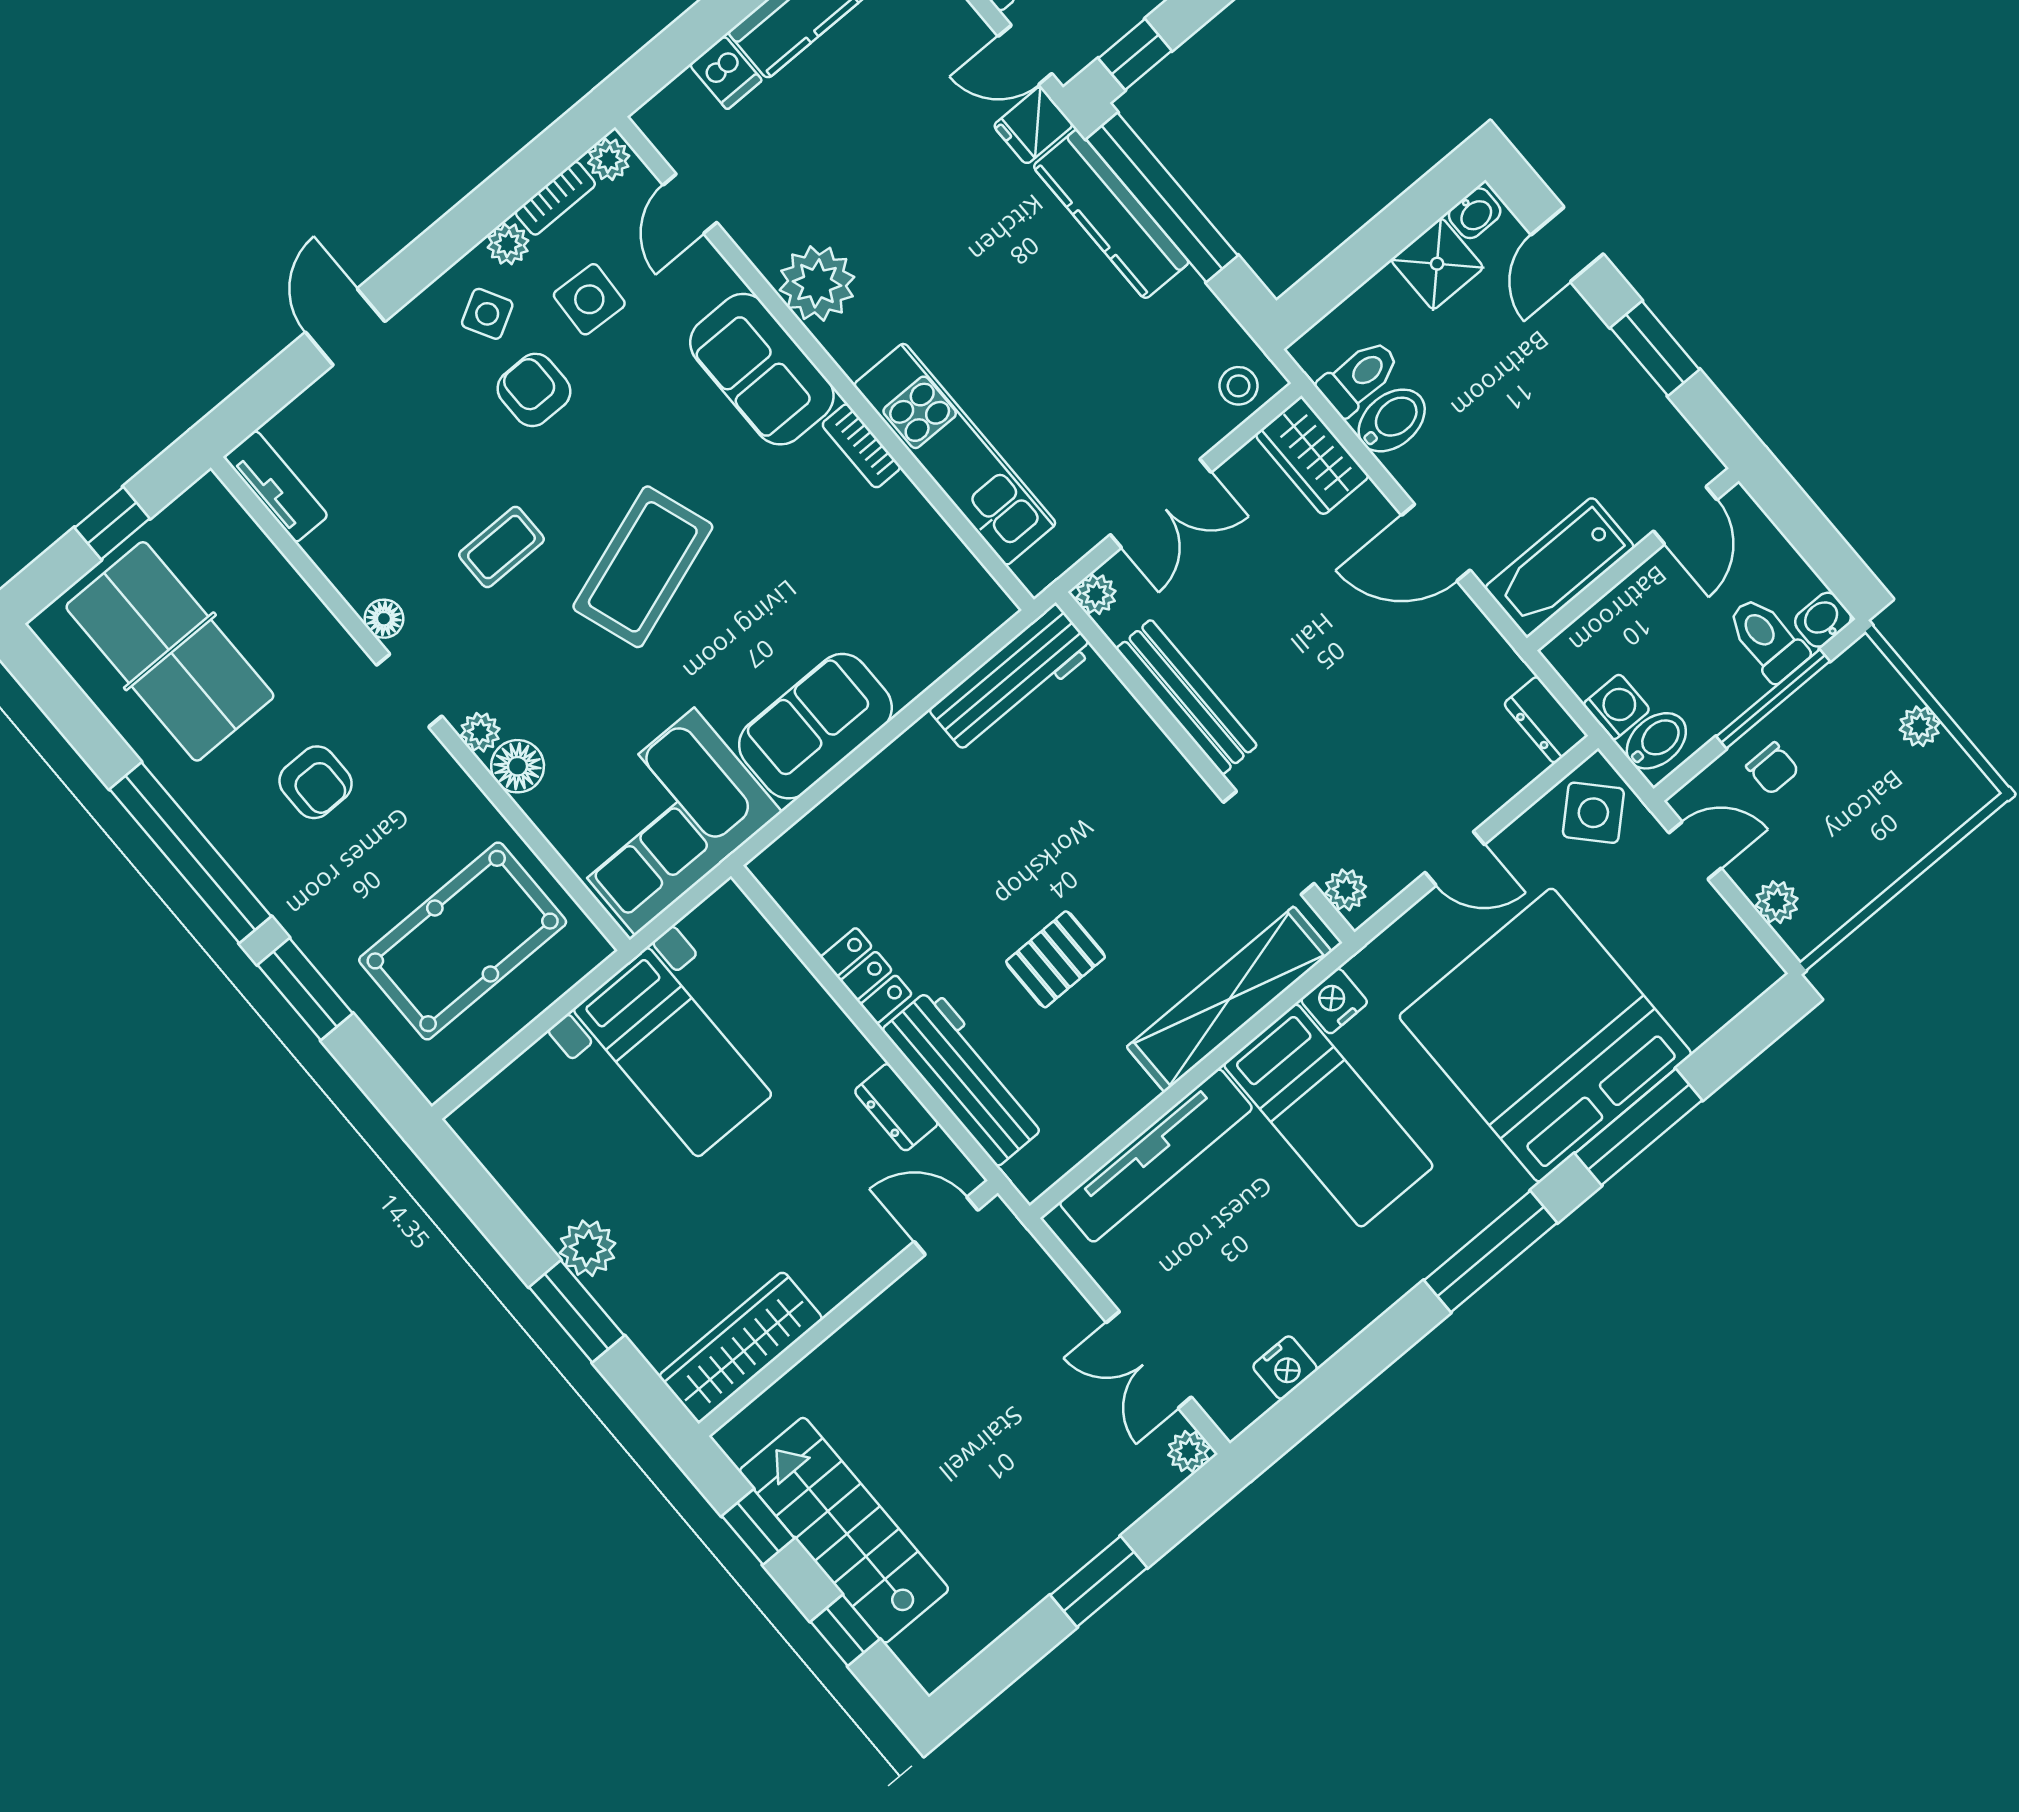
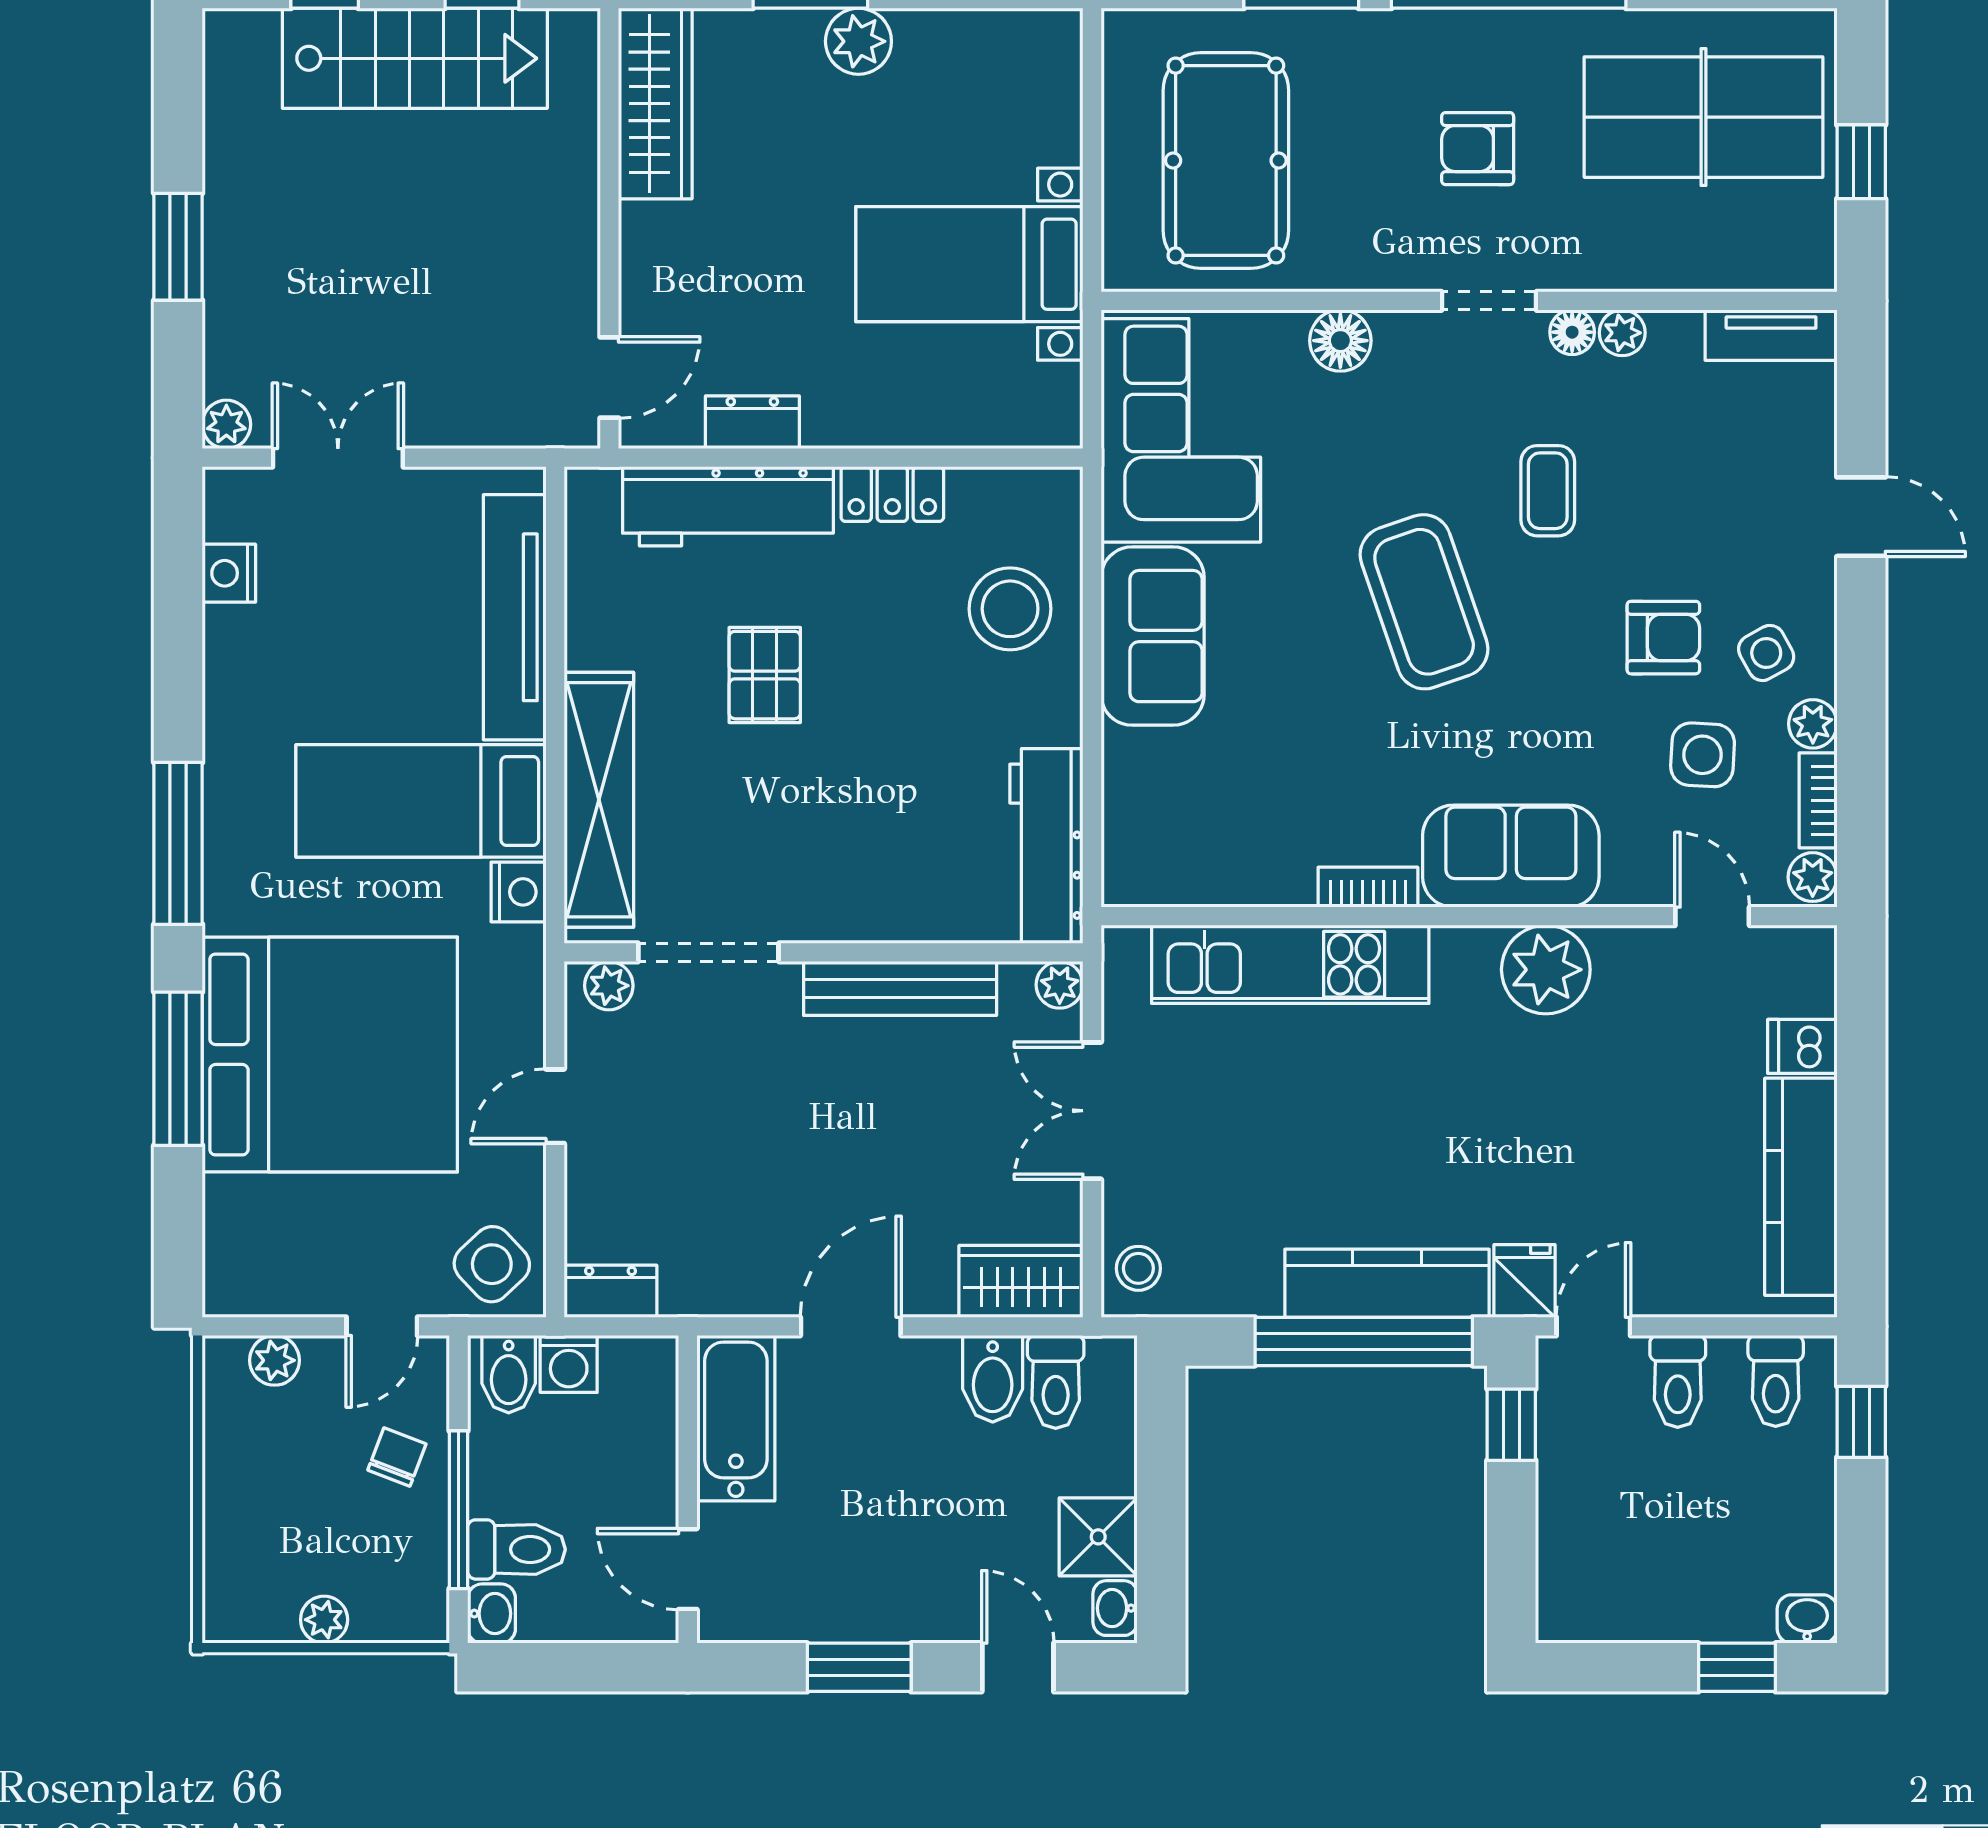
plant: (480, 732) -> (1622, 333), moved
chair: (1773, 768) -> (397, 1457), turned 111
stool: (876, 835) -> (1010, 609), added

